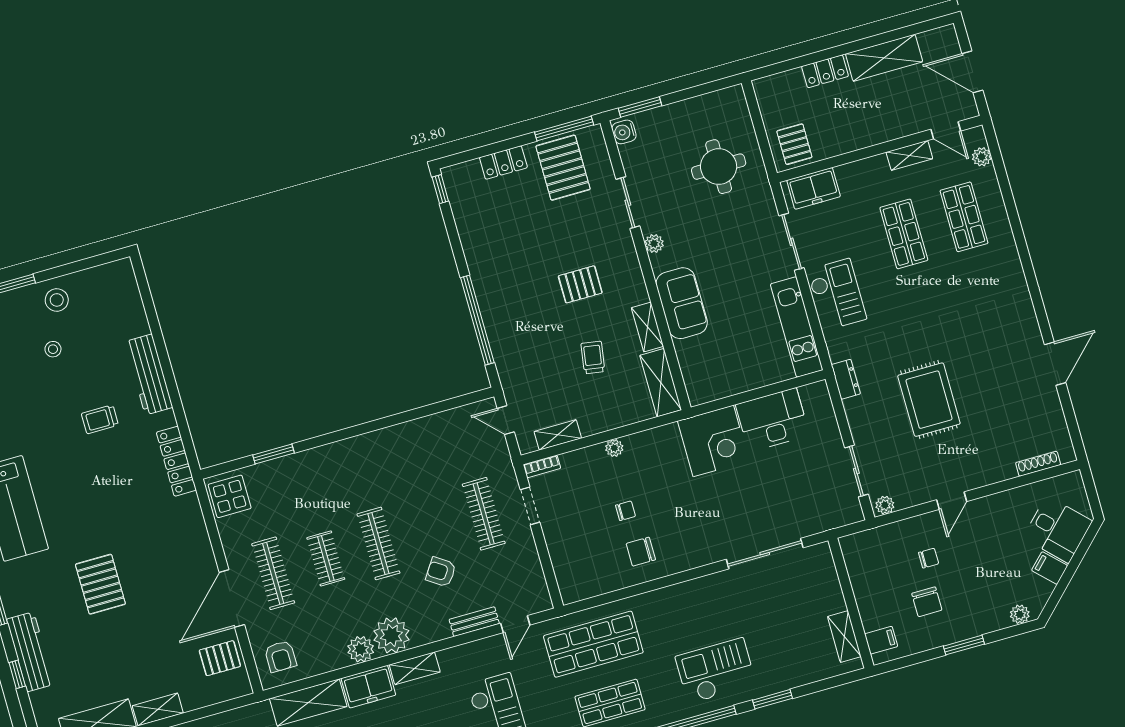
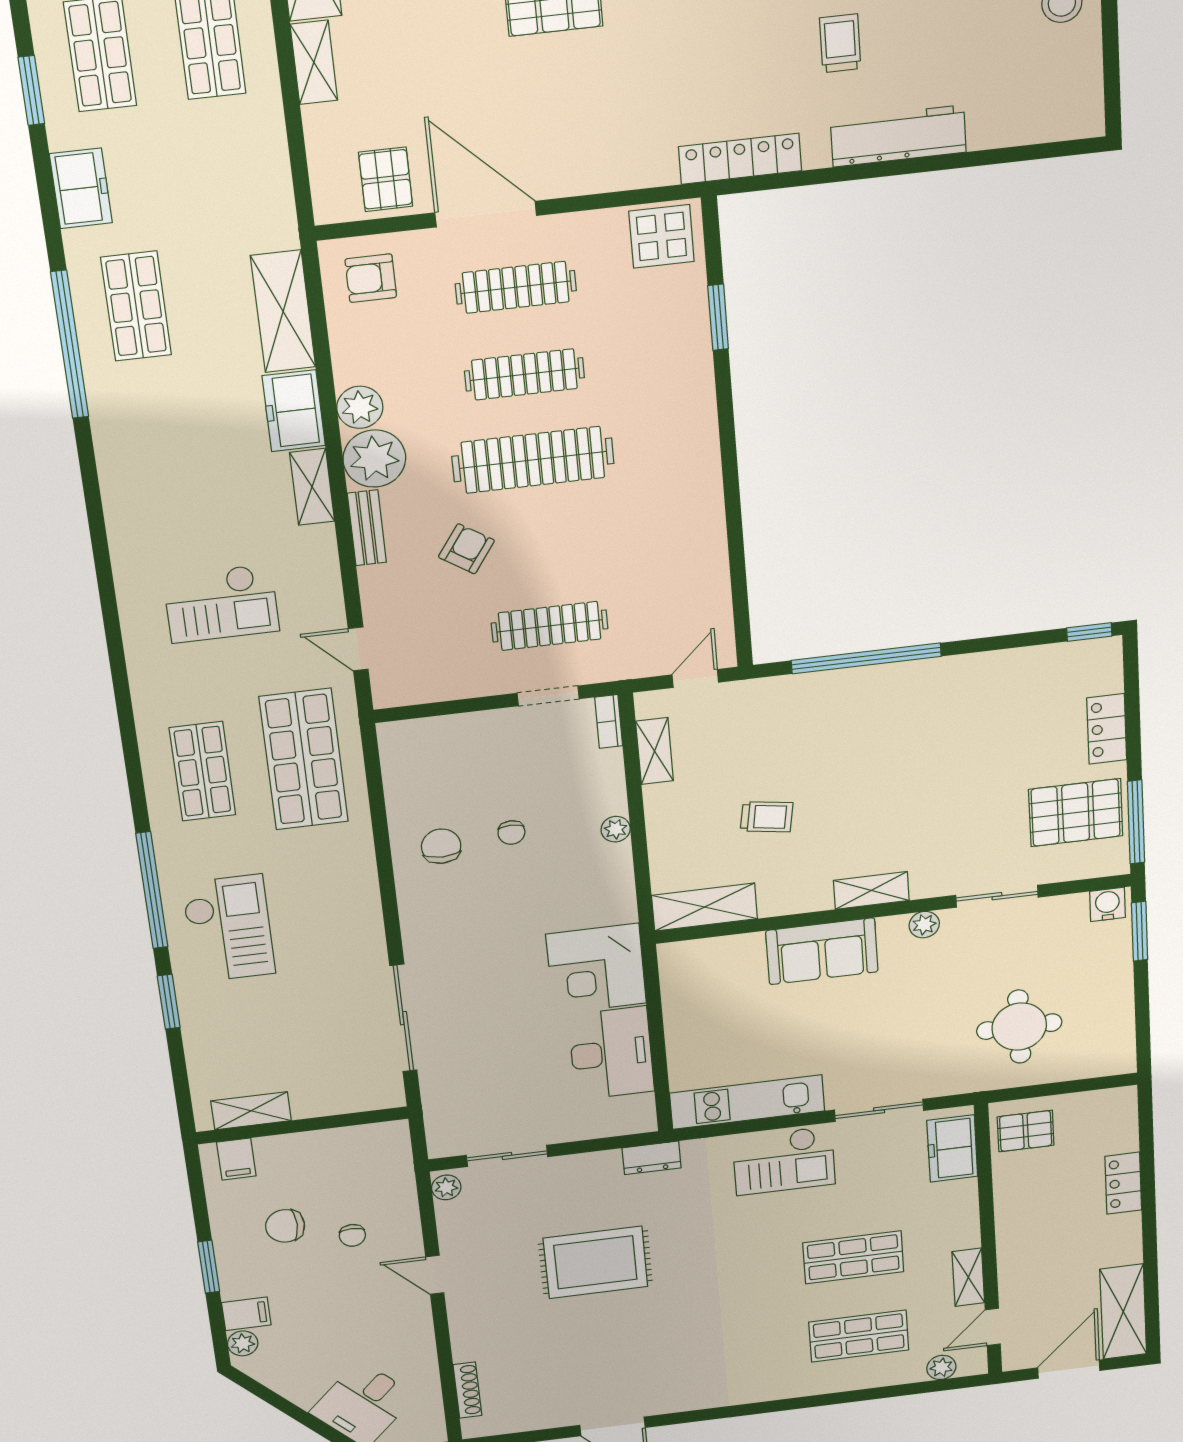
shelving: (884, 58) -> (1123, 1312), moved
pallet: (580, 284) -> (886, 814), removed
shelving: (647, 327) -> (871, 890), moved
clothes rail: (378, 544) -> (533, 460), width x1.37, depth x1.31
clothes rail: (326, 558) -> (524, 374), width x1.36
filing cabinet: (1050, 568) -> (246, 1314), moved, turned 45
bench: (474, 622) -> (367, 528), moved

